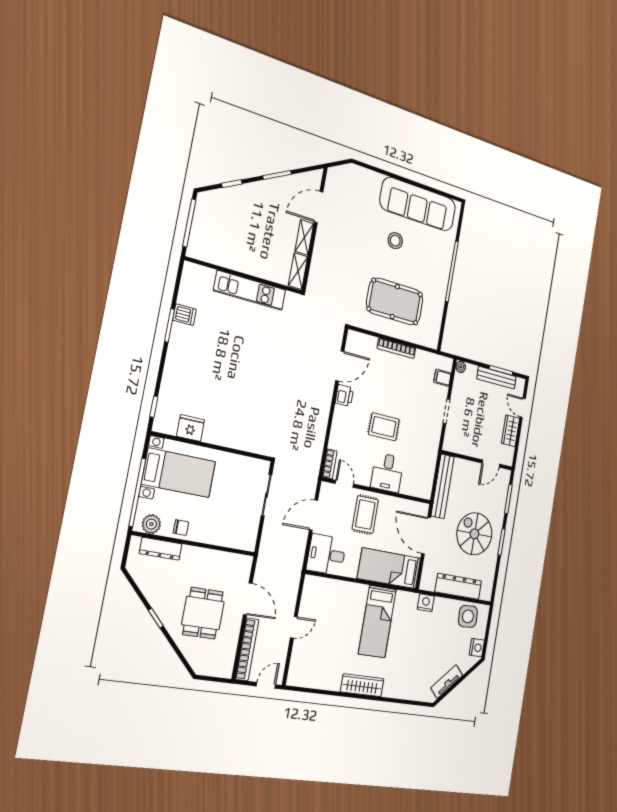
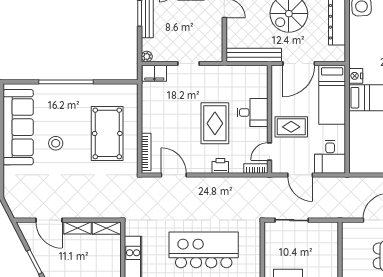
bookcase: (396, 348) -> (146, 152), moved
filing cabinet: (443, 378) -> (154, 73), width x2.00
kitchen island: (253, 381) -> (204, 250), added
printer: (344, 395) -> (220, 166), moved
rug: (384, 427) -> (215, 123), width x1.36, depth x1.43
nightstand: (426, 603) -> (356, 76), moved

